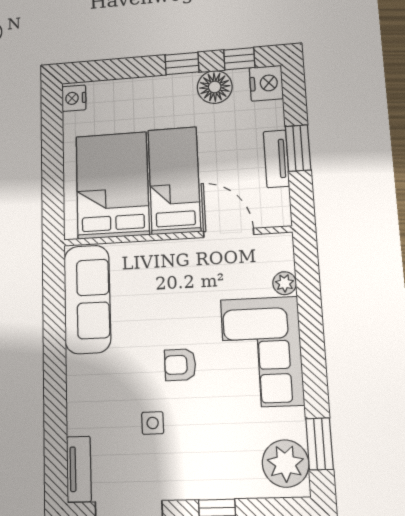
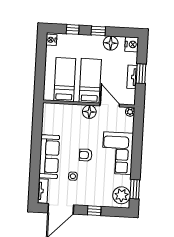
window: (239, 59) -> (73, 29), moved
bed: (112, 185) -> (65, 80), width x0.67
floor lamp: (179, 255) -> (89, 112), added
plant: (285, 283) -> (130, 112), moved
sofa: (87, 299) -> (49, 157), moved

